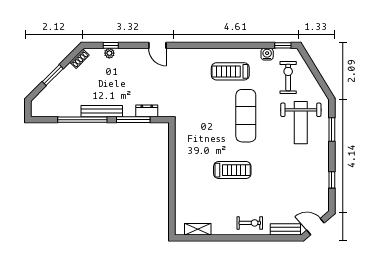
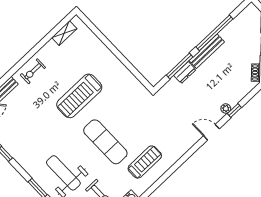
window: (111, 45) -> (234, 110), moved
plant: (109, 53) -> (226, 109), moved
dresser: (147, 111) -> (185, 73), moved
treadmill: (232, 170) -> (79, 96), width x1.37, depth x1.38

